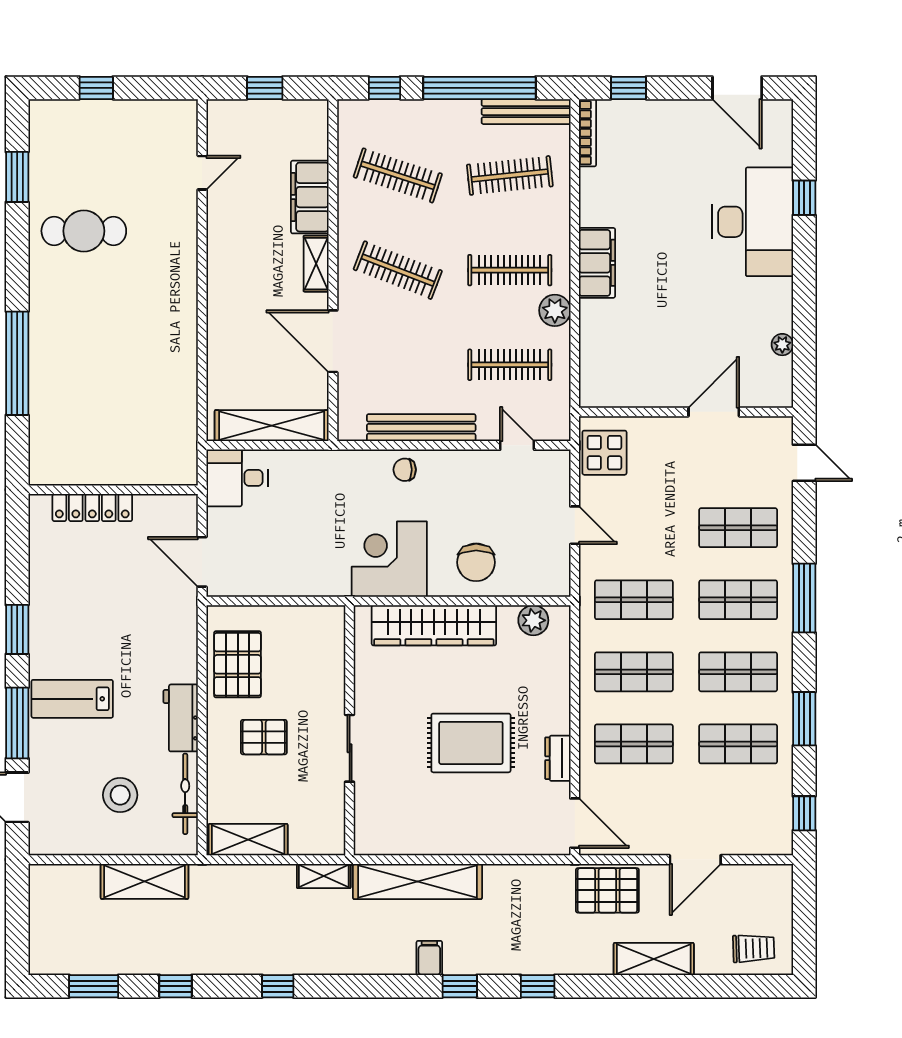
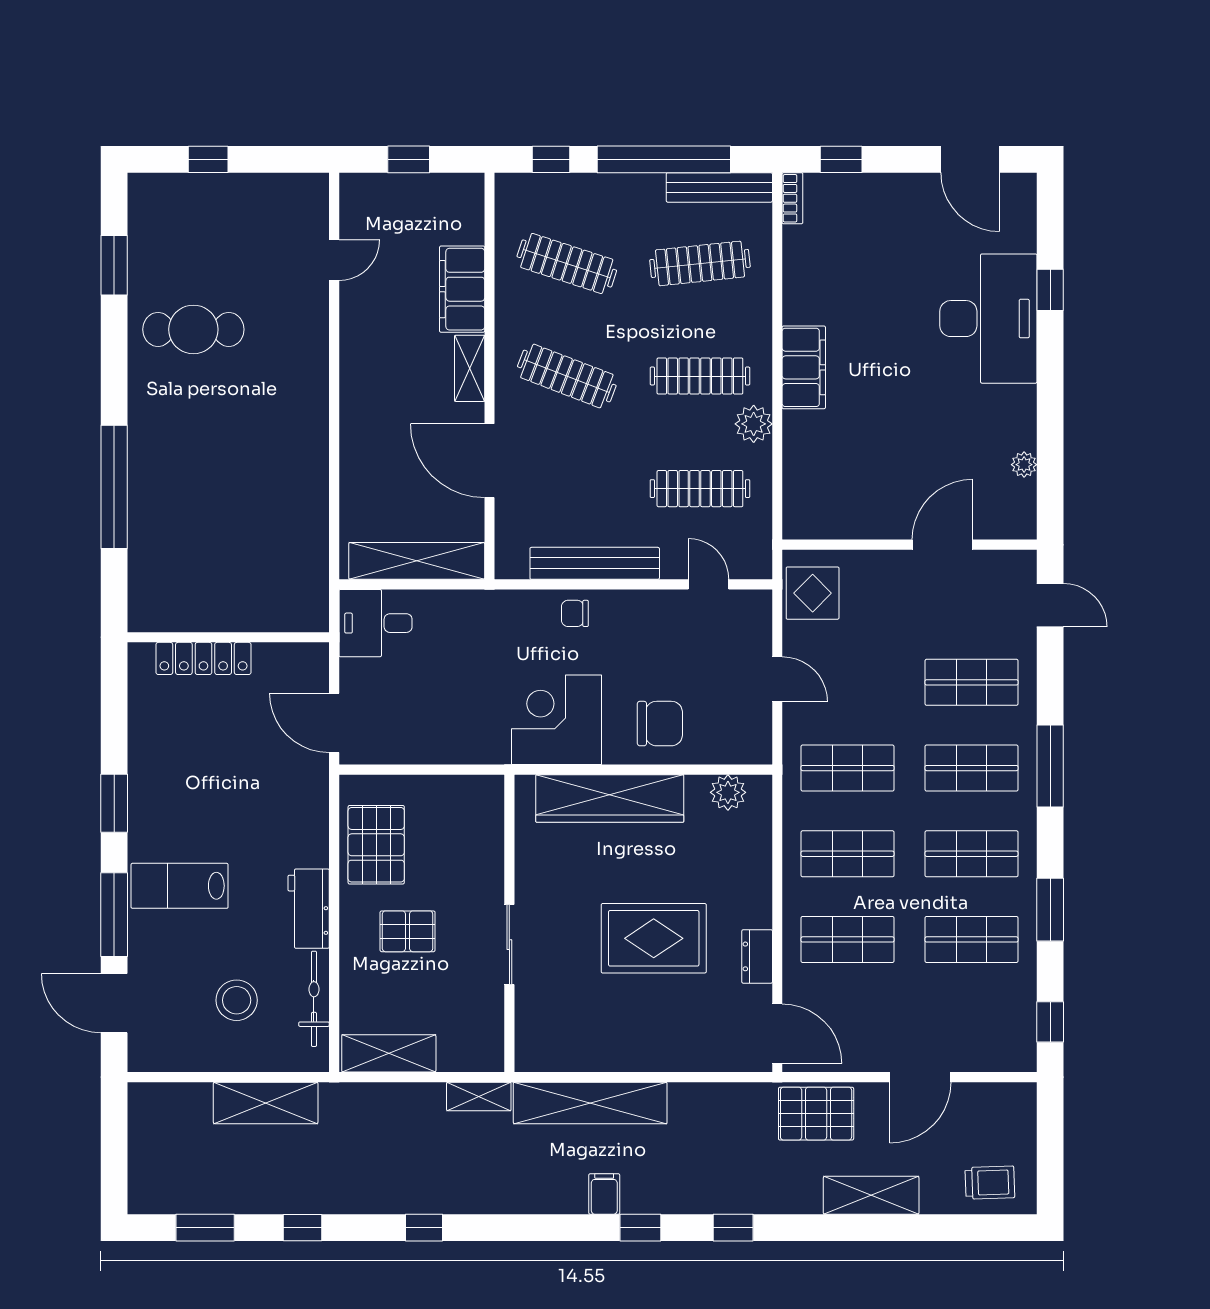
bookcase: (588, 133) -> (792, 198), width x0.64
chair: (476, 562) -> (660, 724), turned -90

